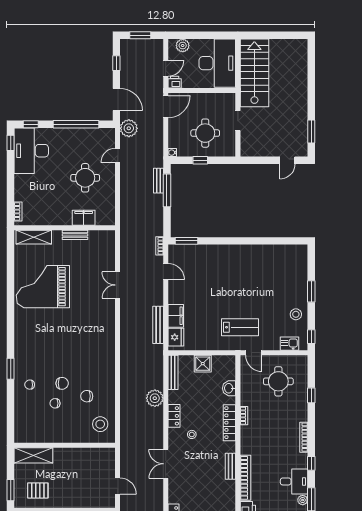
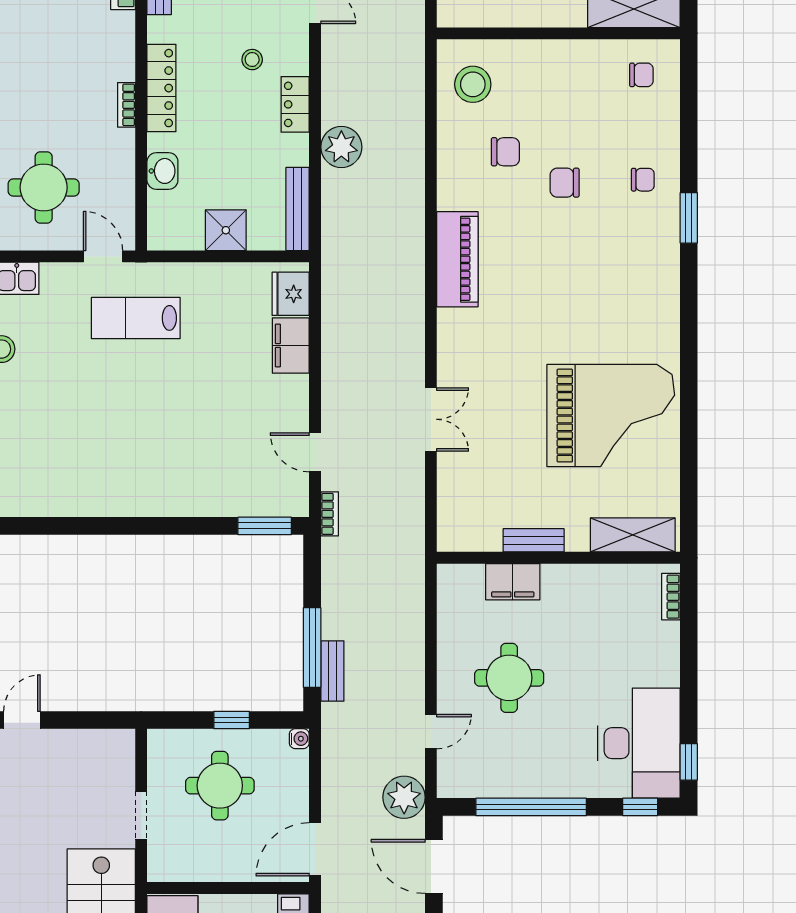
bench: (158, 325) -> (334, 323), removed
piano: (107, 352) -> (457, 259), added
chair: (55, 403) -> (641, 75), moved

